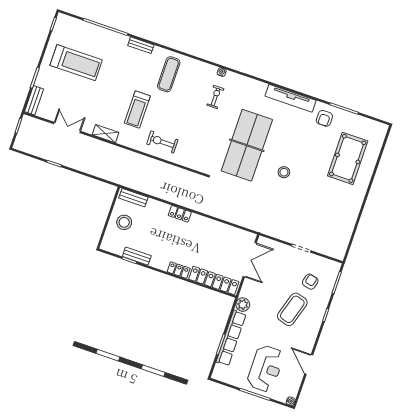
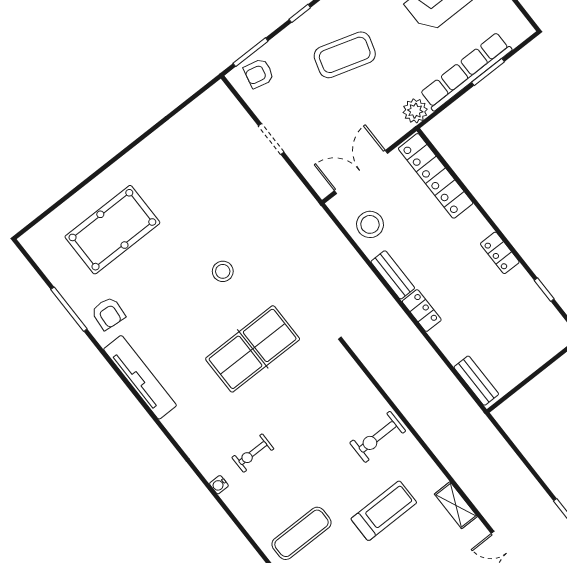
armchair: (324, 118) -> (108, 313), turned 95
exercise bike: (162, 142) -> (378, 437), turned 90
table tennis table: (247, 145) -> (253, 349), width x0.73, depth x0.76
stool: (124, 222) -> (370, 224), moved
bench: (137, 256) -> (393, 275), moved
locker: (179, 270) -> (500, 253), moved
armchair: (310, 282) -> (259, 73), moved

